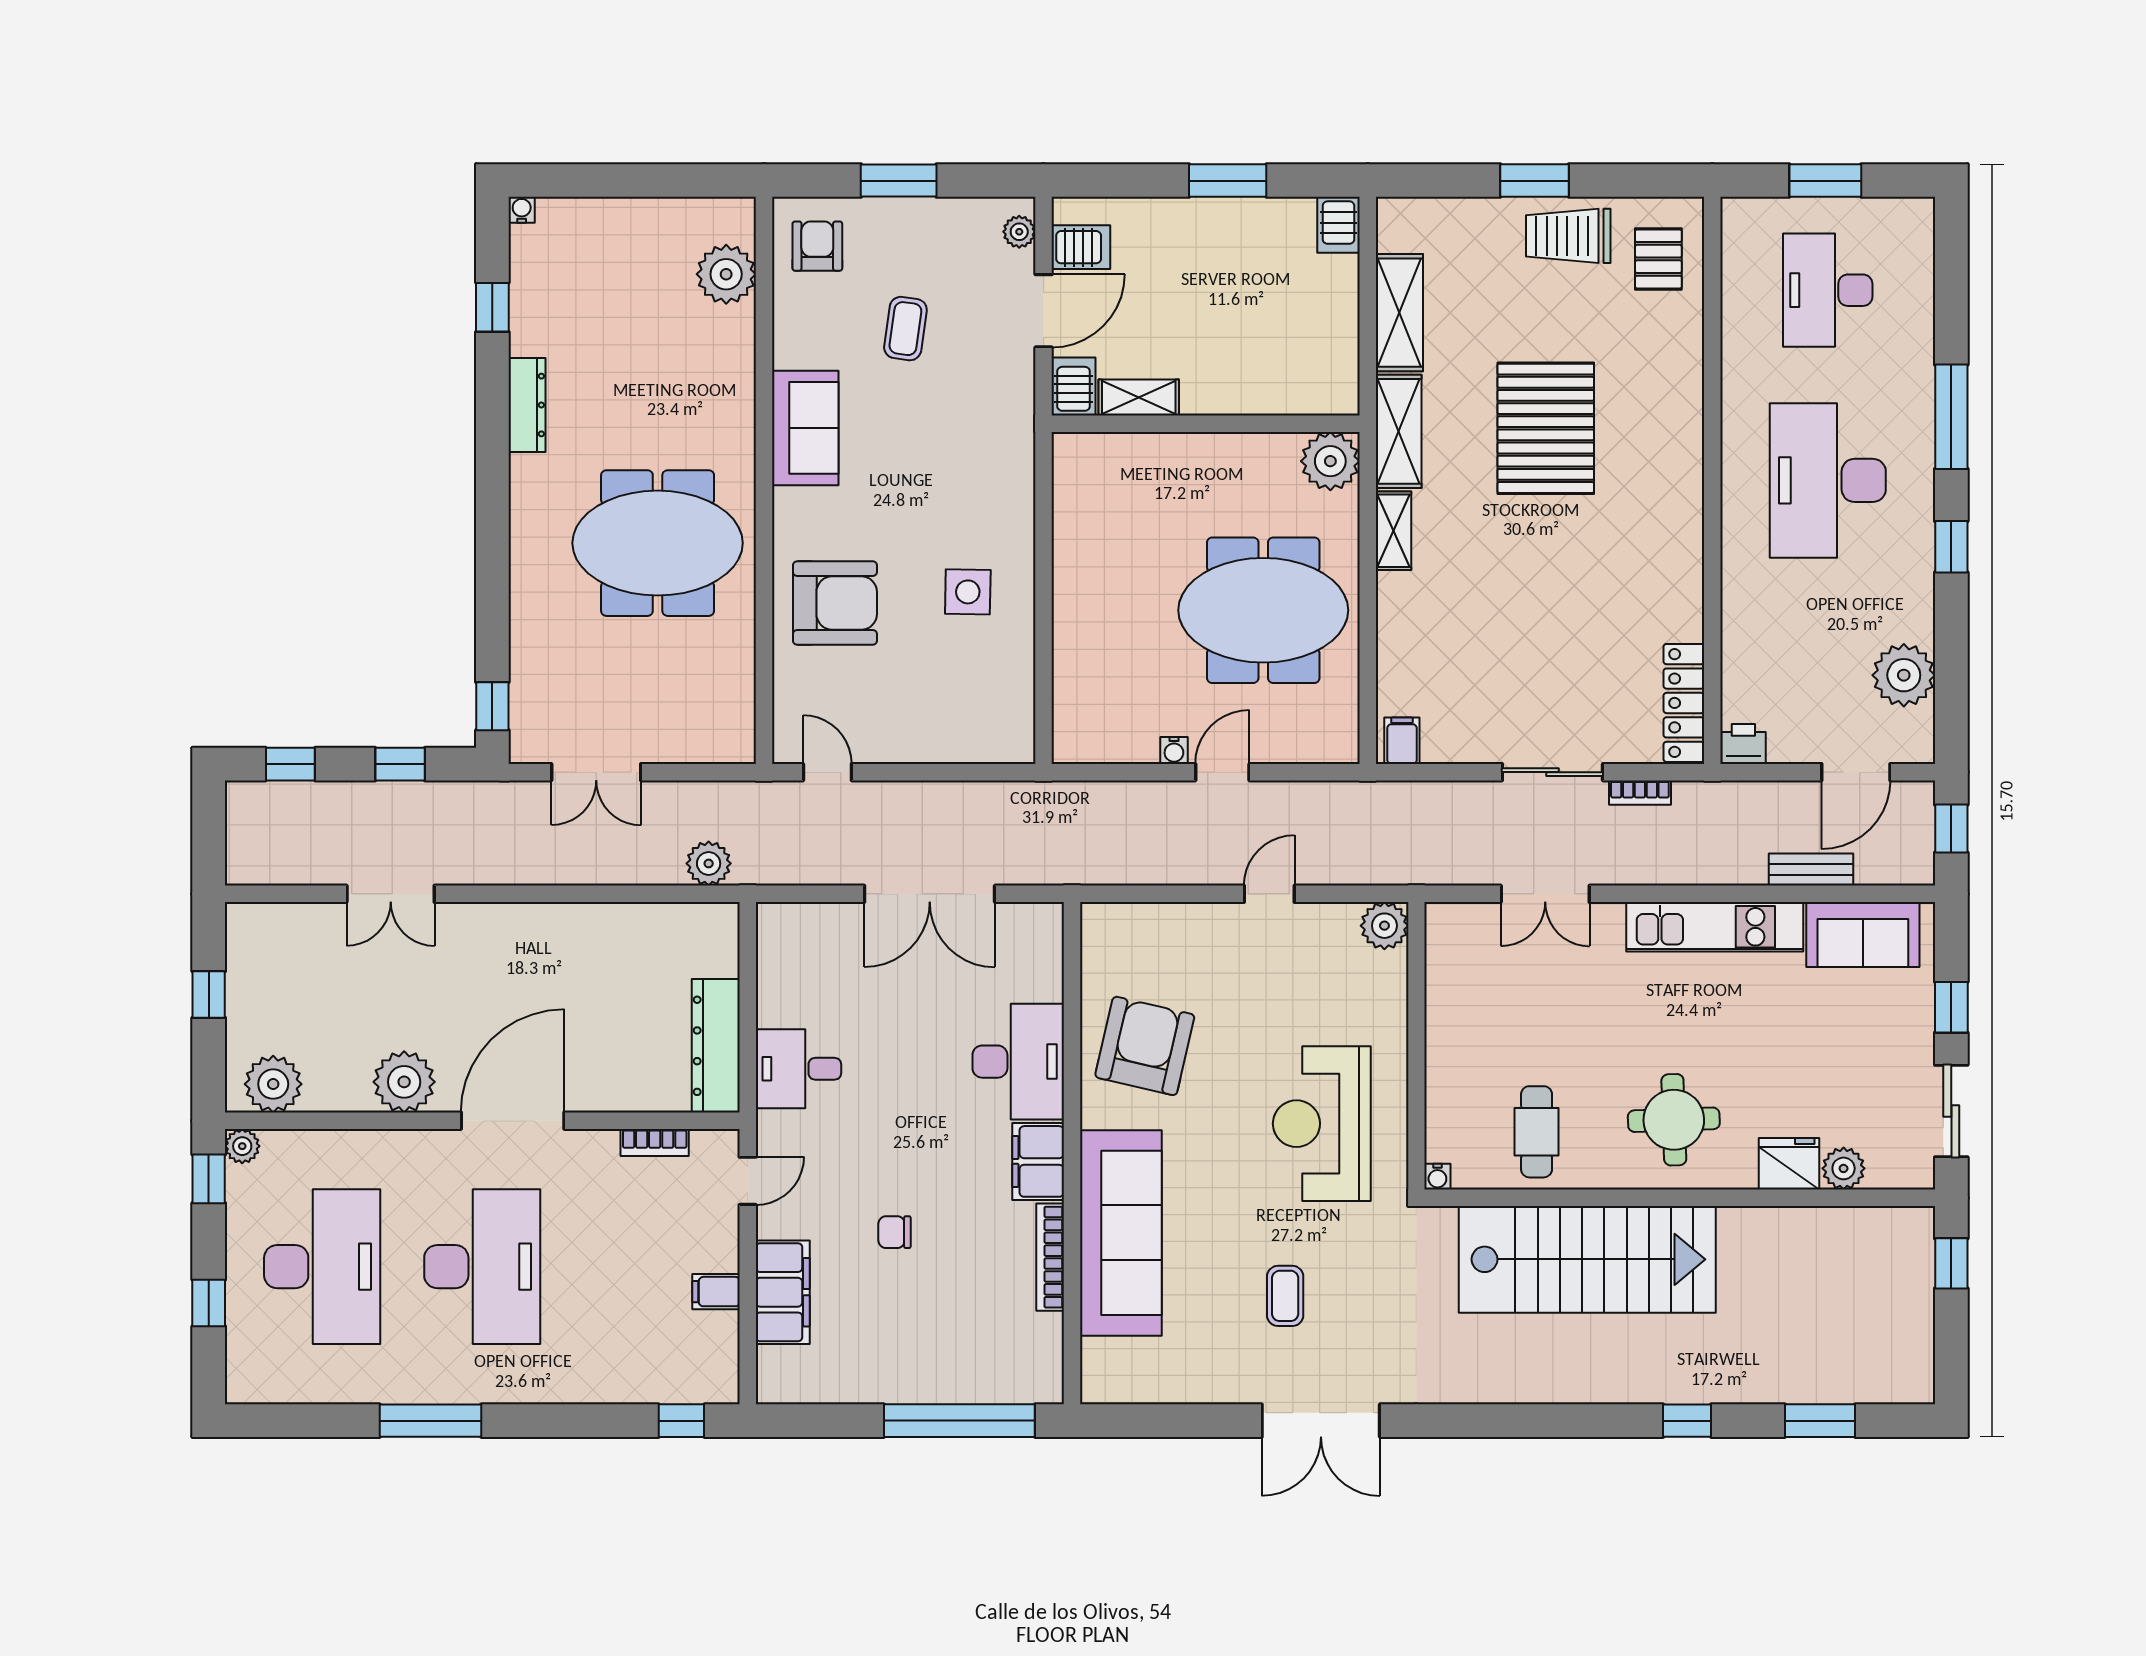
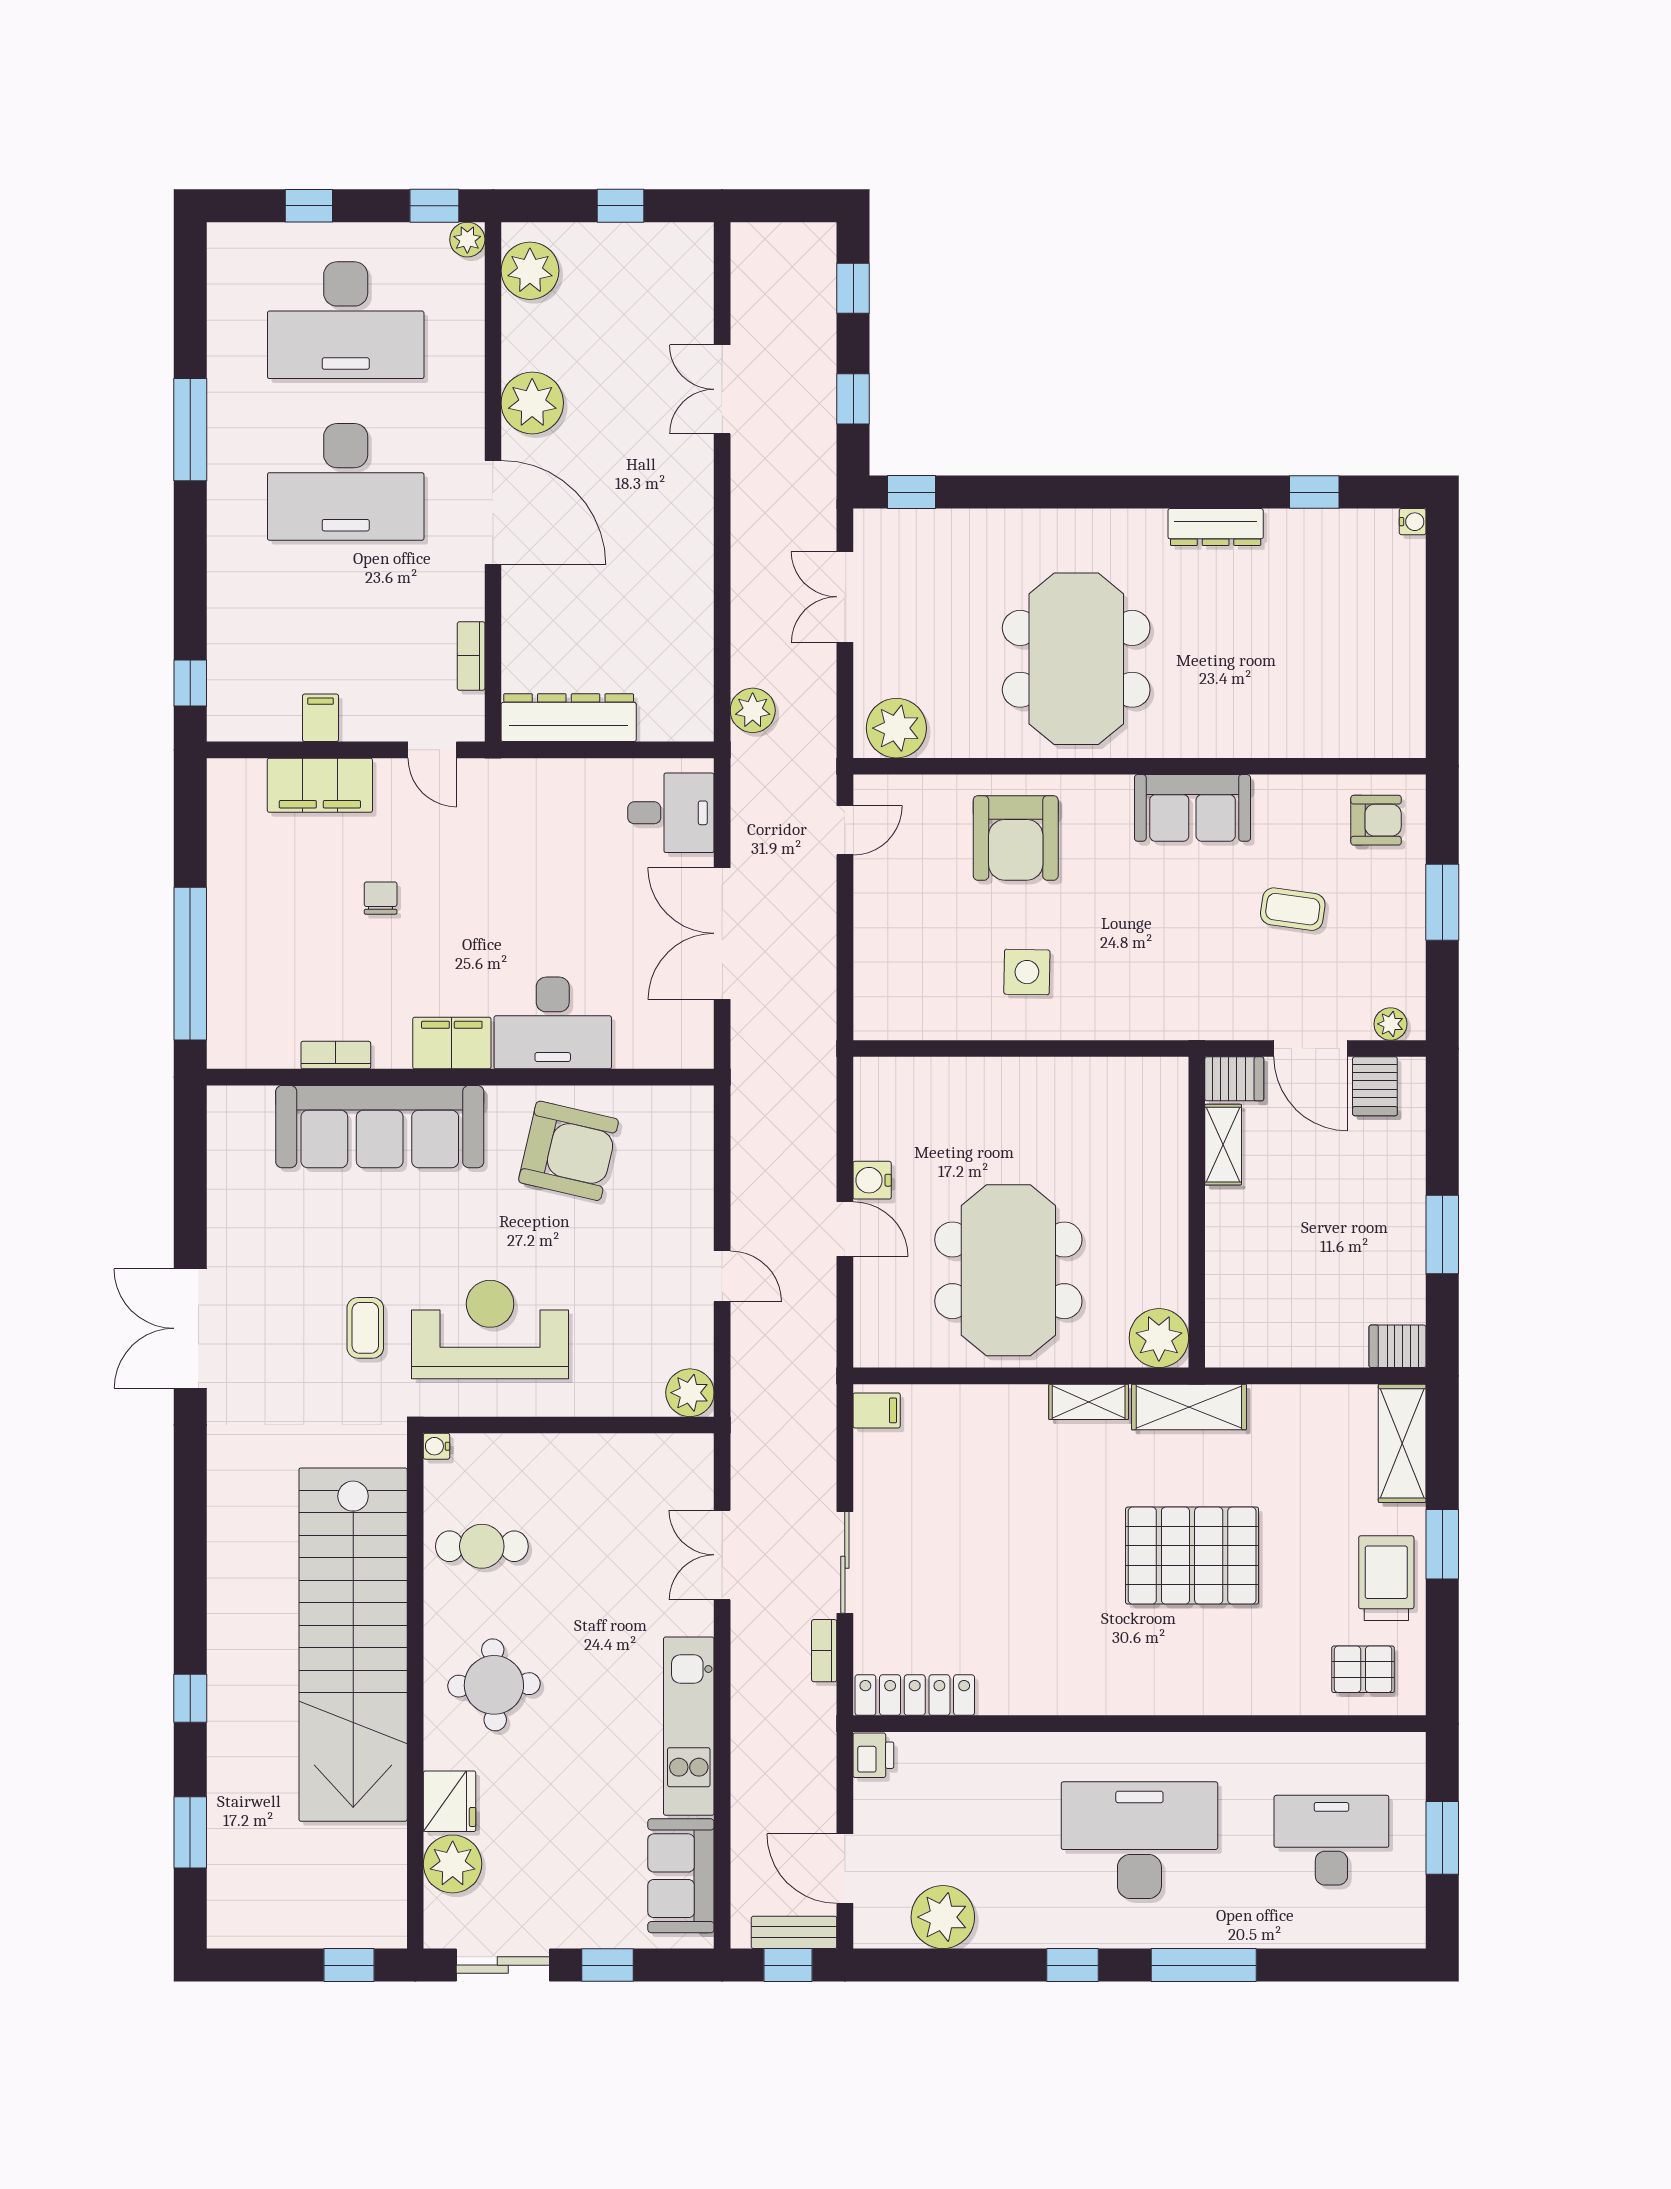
plant: (726, 274) -> (896, 728), moved
shelving: (1399, 313) -> (1402, 1443), moved, turned 90
water cooler: (1174, 750) -> (872, 1180), width x1.38, depth x1.38
bench: (1811, 870) -> (794, 1932), moved, turned 90
desk: (798, 1069) -> (671, 813), moved, turned 90
plant: (1844, 1168) -> (453, 1864), width x1.36, depth x1.36
bookcase: (1050, 1257) -> (336, 1055), width x0.64
stairs: (1587, 1259) -> (353, 1645), width x1.36
coffee table: (1285, 1296) -> (365, 1328), moved, turned 90

